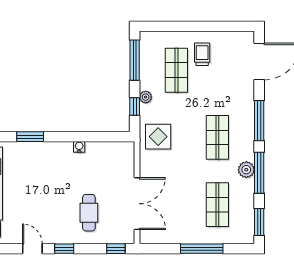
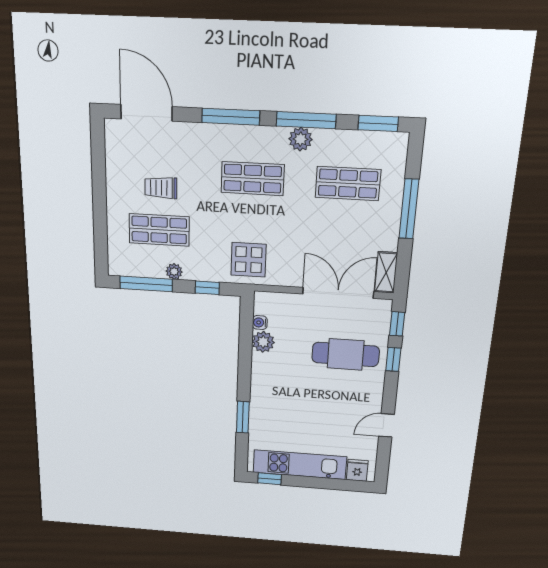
trolley: (202, 54) -> (161, 188), moved
plant: (146, 97) -> (174, 272), moved
water cooler: (79, 147) -> (260, 323), moved
plant: (95, 150) -> (263, 342), added
cafe table: (89, 213) -> (346, 354), width x1.37, depth x1.35
shelving: (155, 237) -> (386, 272), added
window: (64, 249) -> (393, 359), moved

